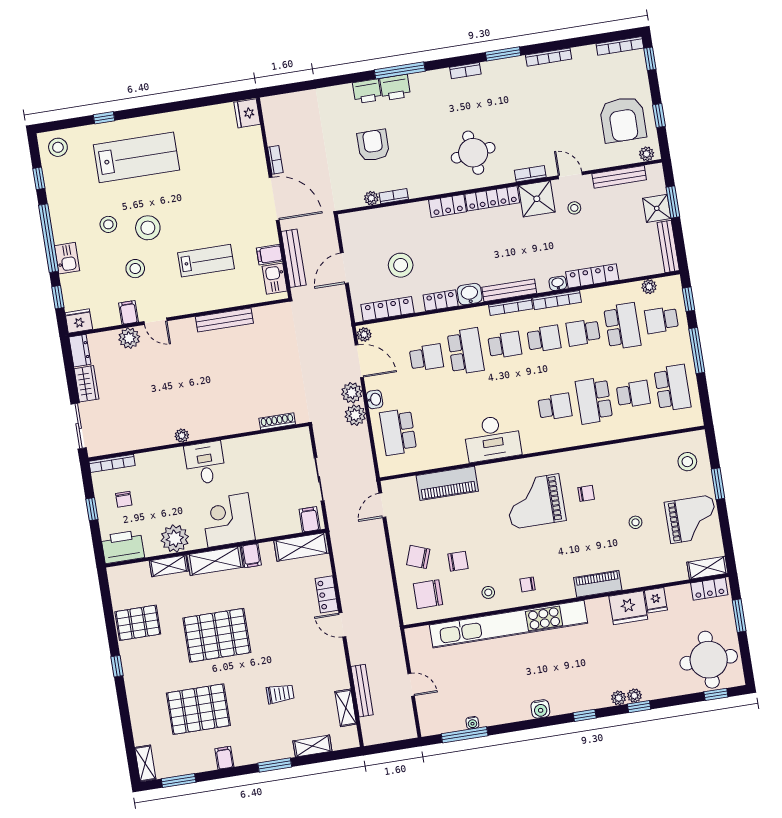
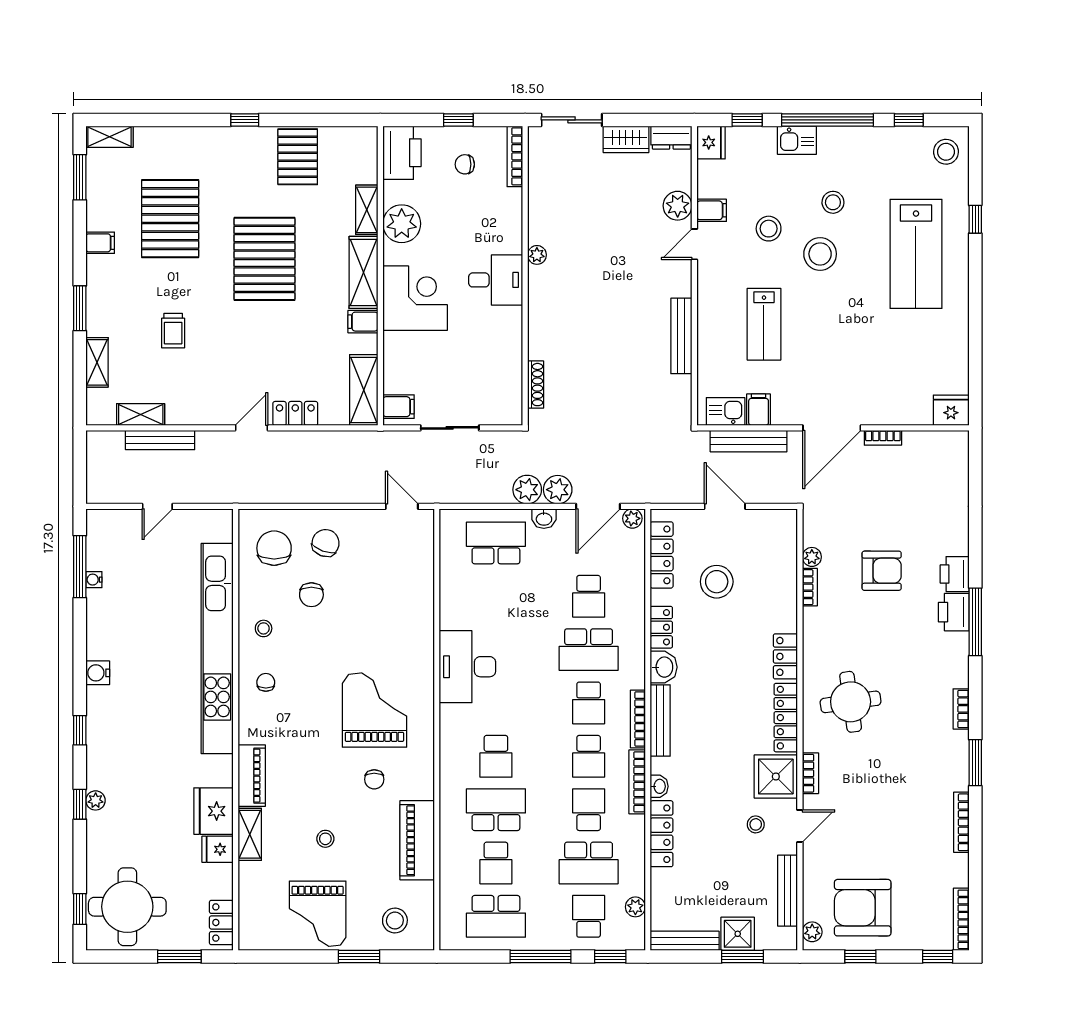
piano: (447, 483) -> (417, 840), moved
shelving: (707, 568) -> (250, 834), moved
plant: (619, 698) -> (96, 779), removed

